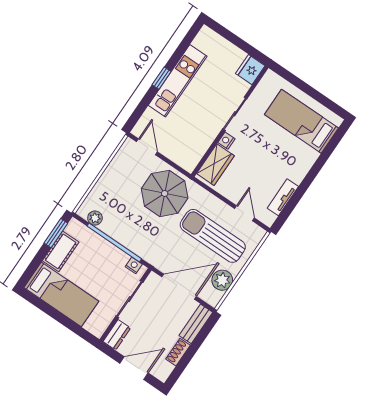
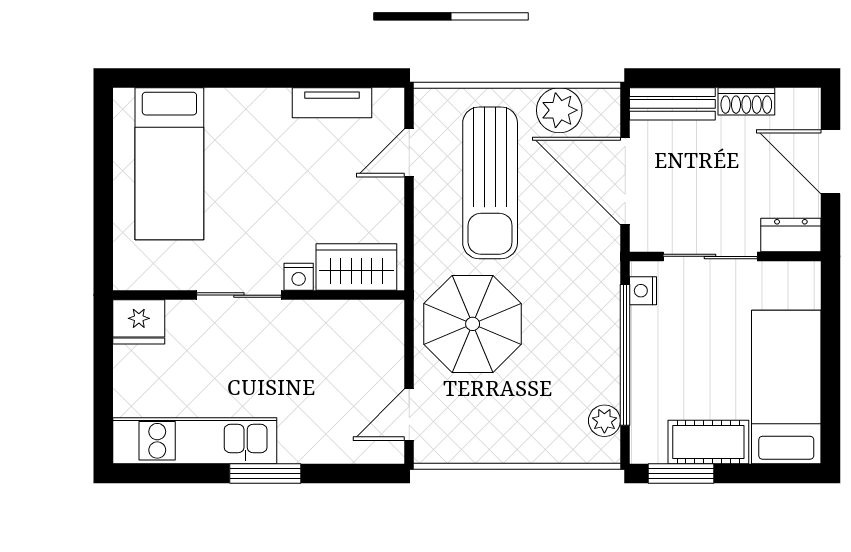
window: (162, 78) -> (265, 474), width x1.50
kitchen unit: (178, 81) -> (195, 441), moved

